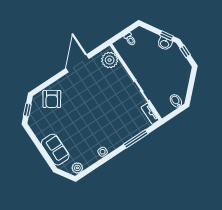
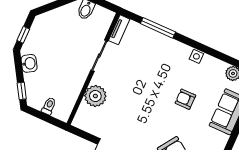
window: (167, 36) -> (22, 91), moved
plant: (110, 60) -> (95, 96), moved
armchair: (80, 128) -> (185, 99), added

